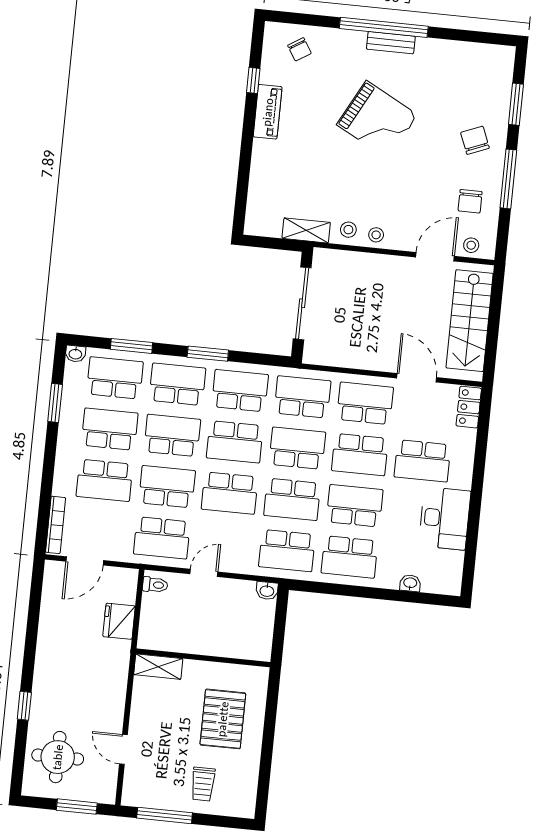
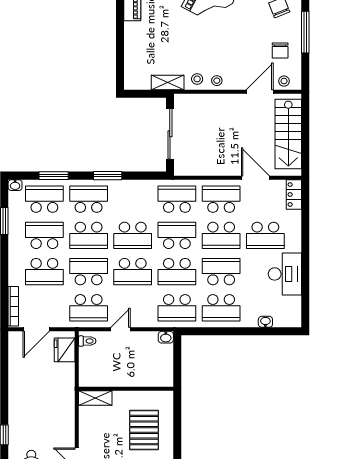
school desk: (240, 391) -> (133, 199), removed
school desk: (172, 435) -> (89, 235), turned 180
fridge: (119, 621) -> (65, 350), moved

